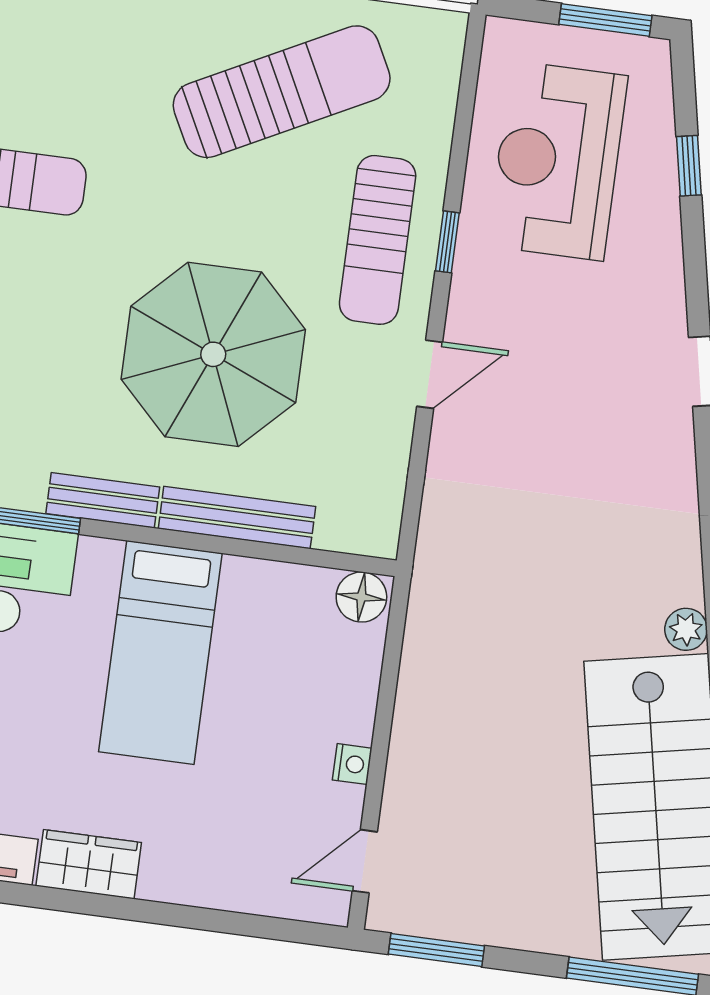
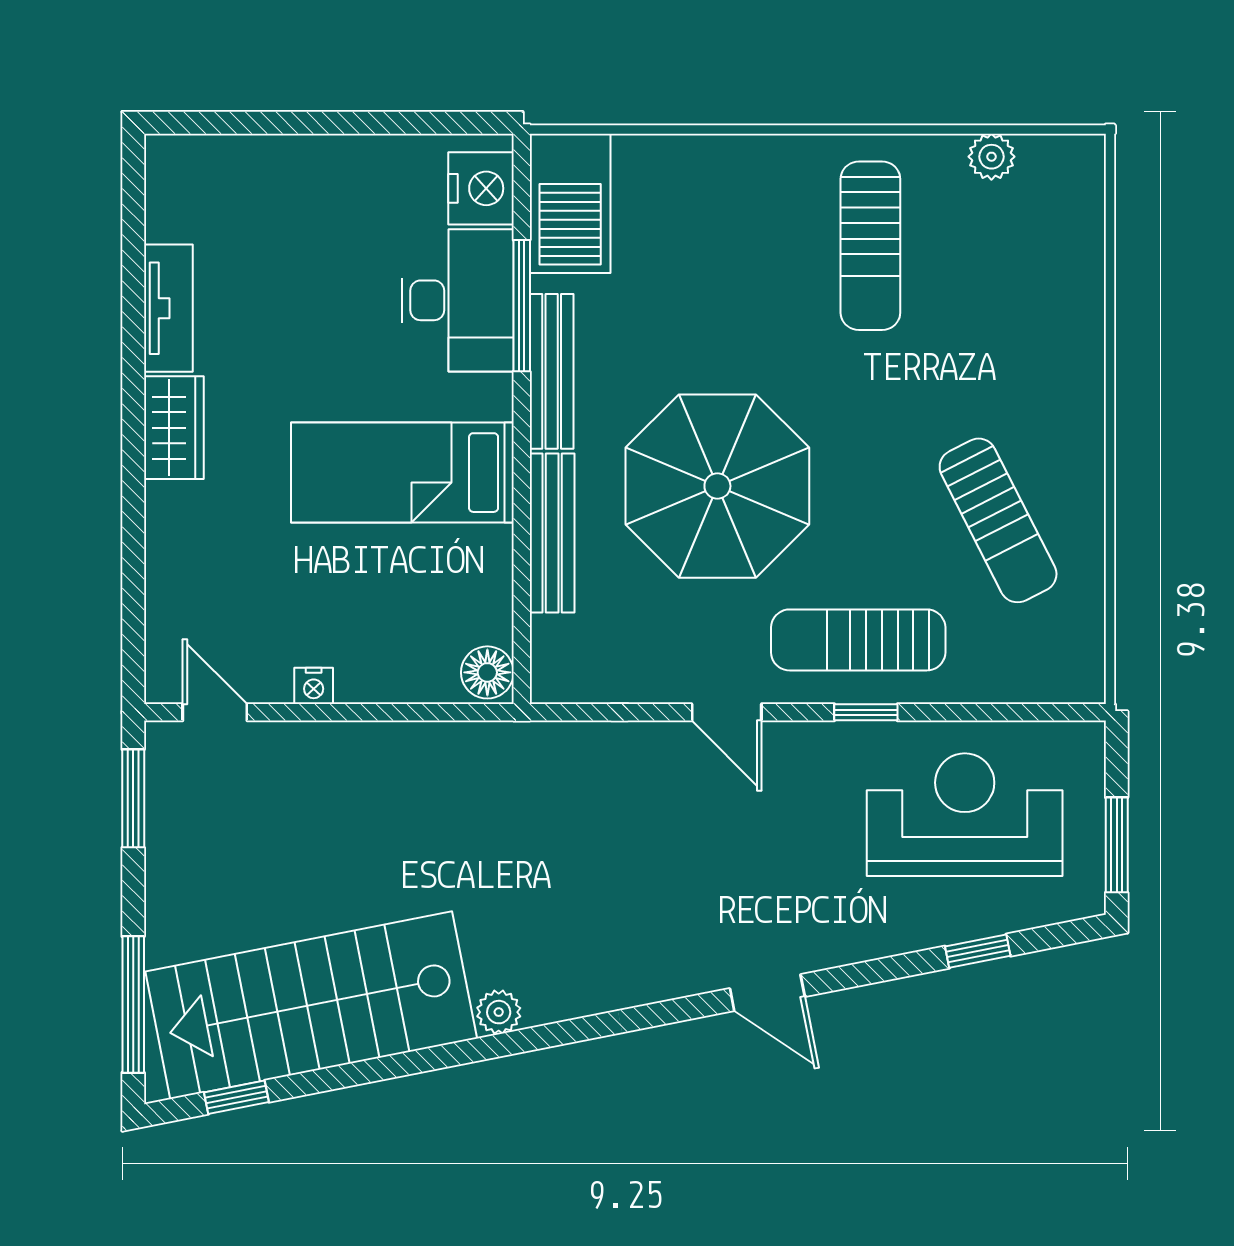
sun lounger: (282, 92) -> (998, 520), width x0.73, depth x0.75
bench: (103, 500) -> (552, 371), width x1.36

